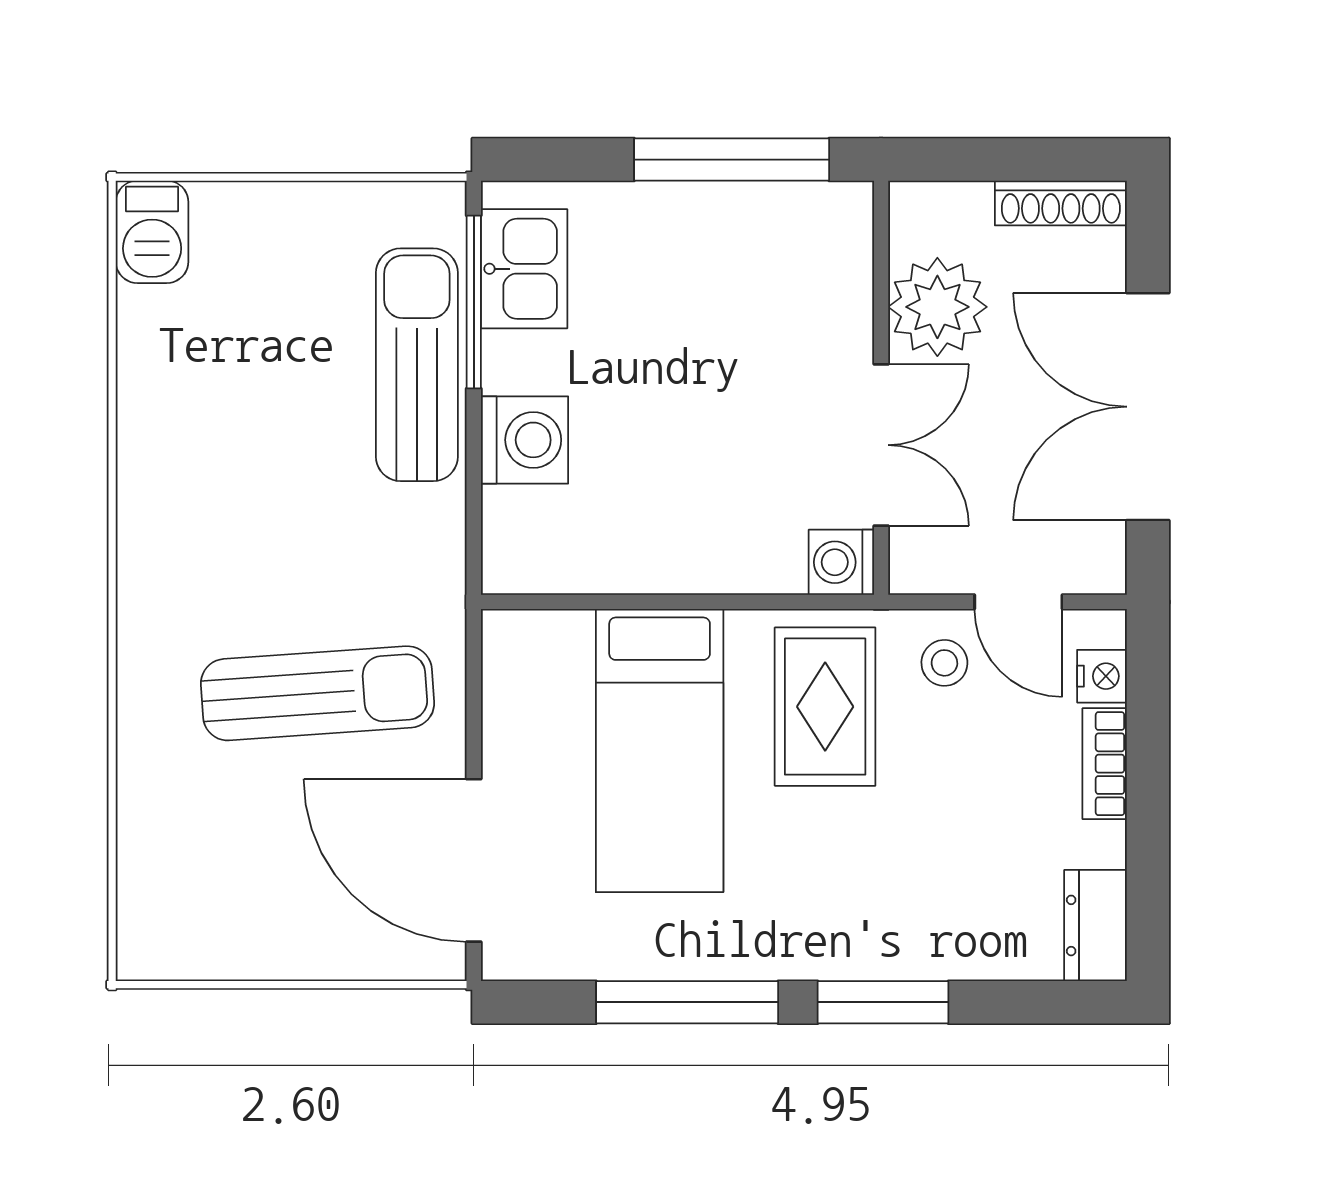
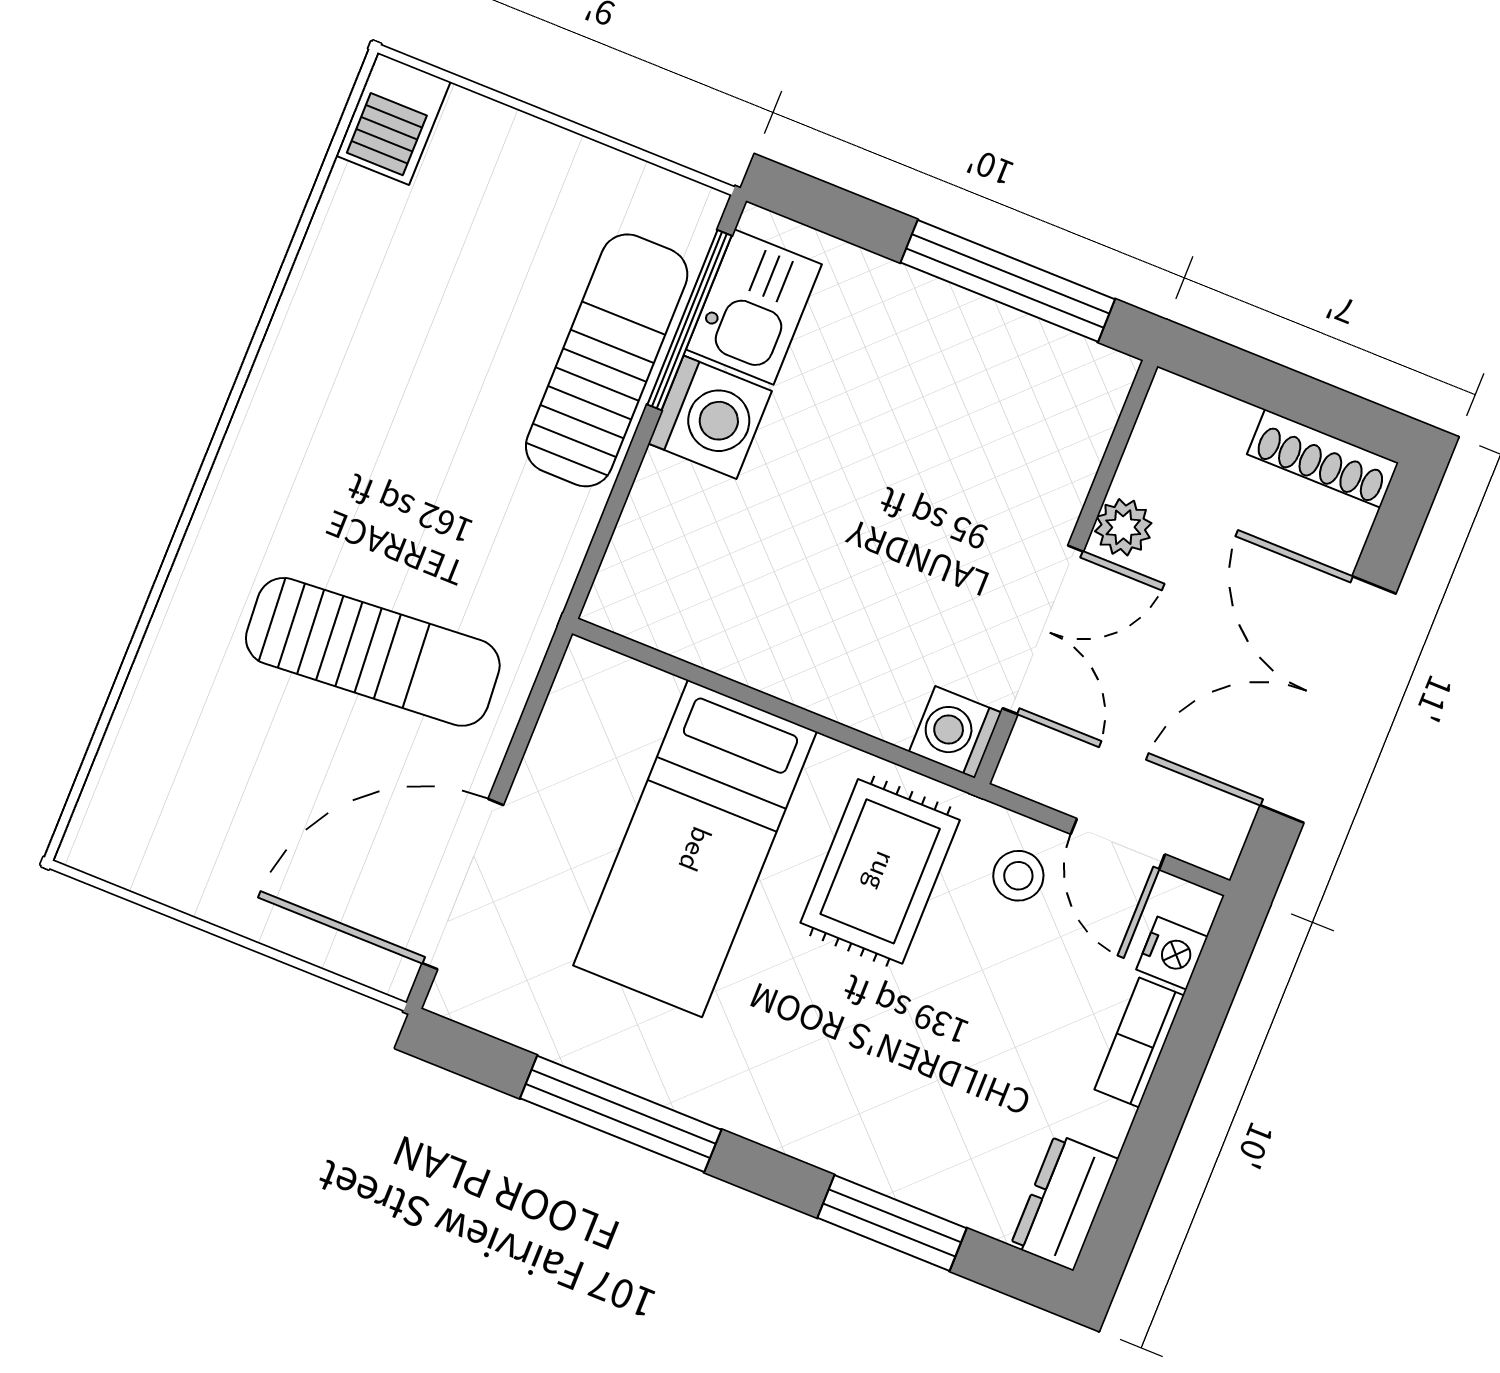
plant: (937, 307) -> (1123, 527), width x0.53, depth x0.53
washing machine: (524, 440) -> (710, 417), moved
door: (474, 860) -> (463, 884), hinge flipped
window: (883, 1002) -> (892, 1223), moved

